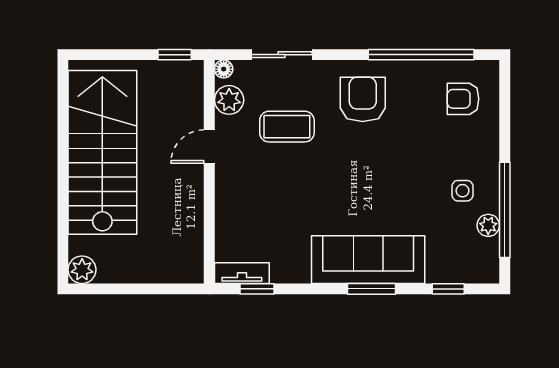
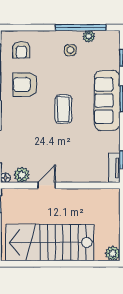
armchair: (363, 99) -> (25, 85), moved
coffee table: (287, 127) -> (63, 109), moved
door: (209, 146) -> (47, 185), swing flipped

